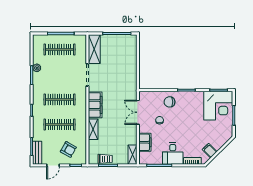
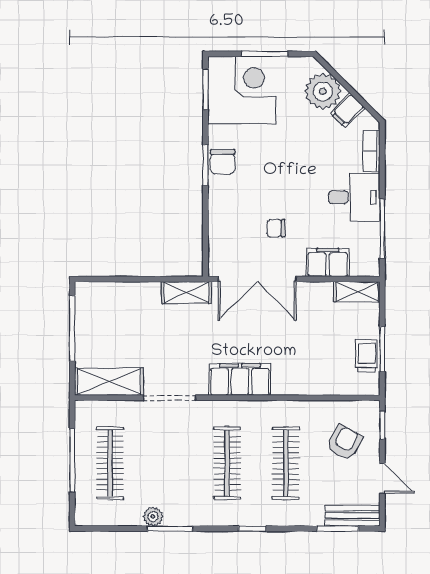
chair: (170, 102) -> (223, 162), moved
double door: (138, 112) -> (257, 279), width x1.37
shelving: (93, 129) -> (187, 293), moved
plant: (218, 140) -> (323, 91), added

